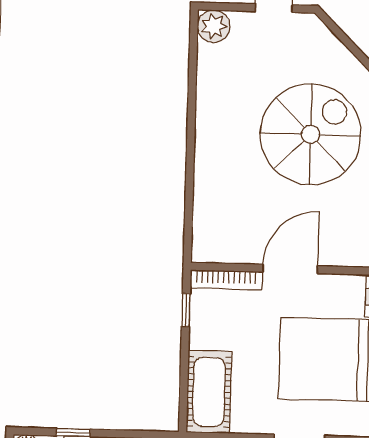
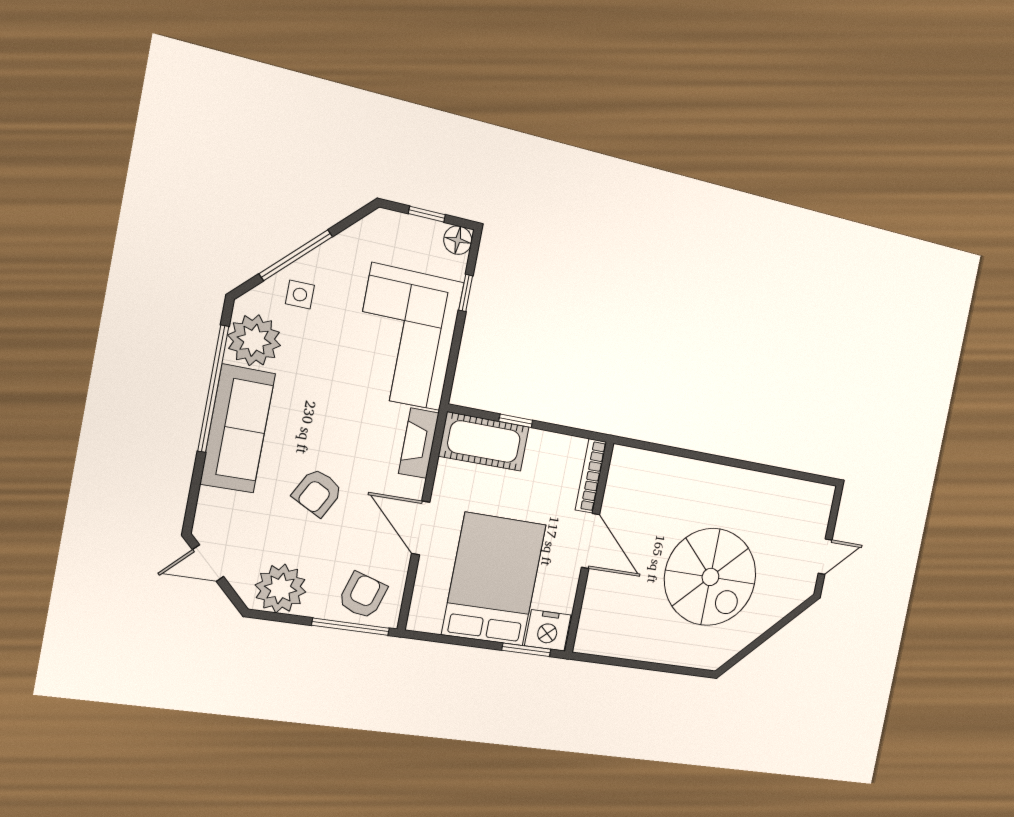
plant: (214, 26) -> (820, 498), removed
window: (186, 310) -> (516, 421), moved

